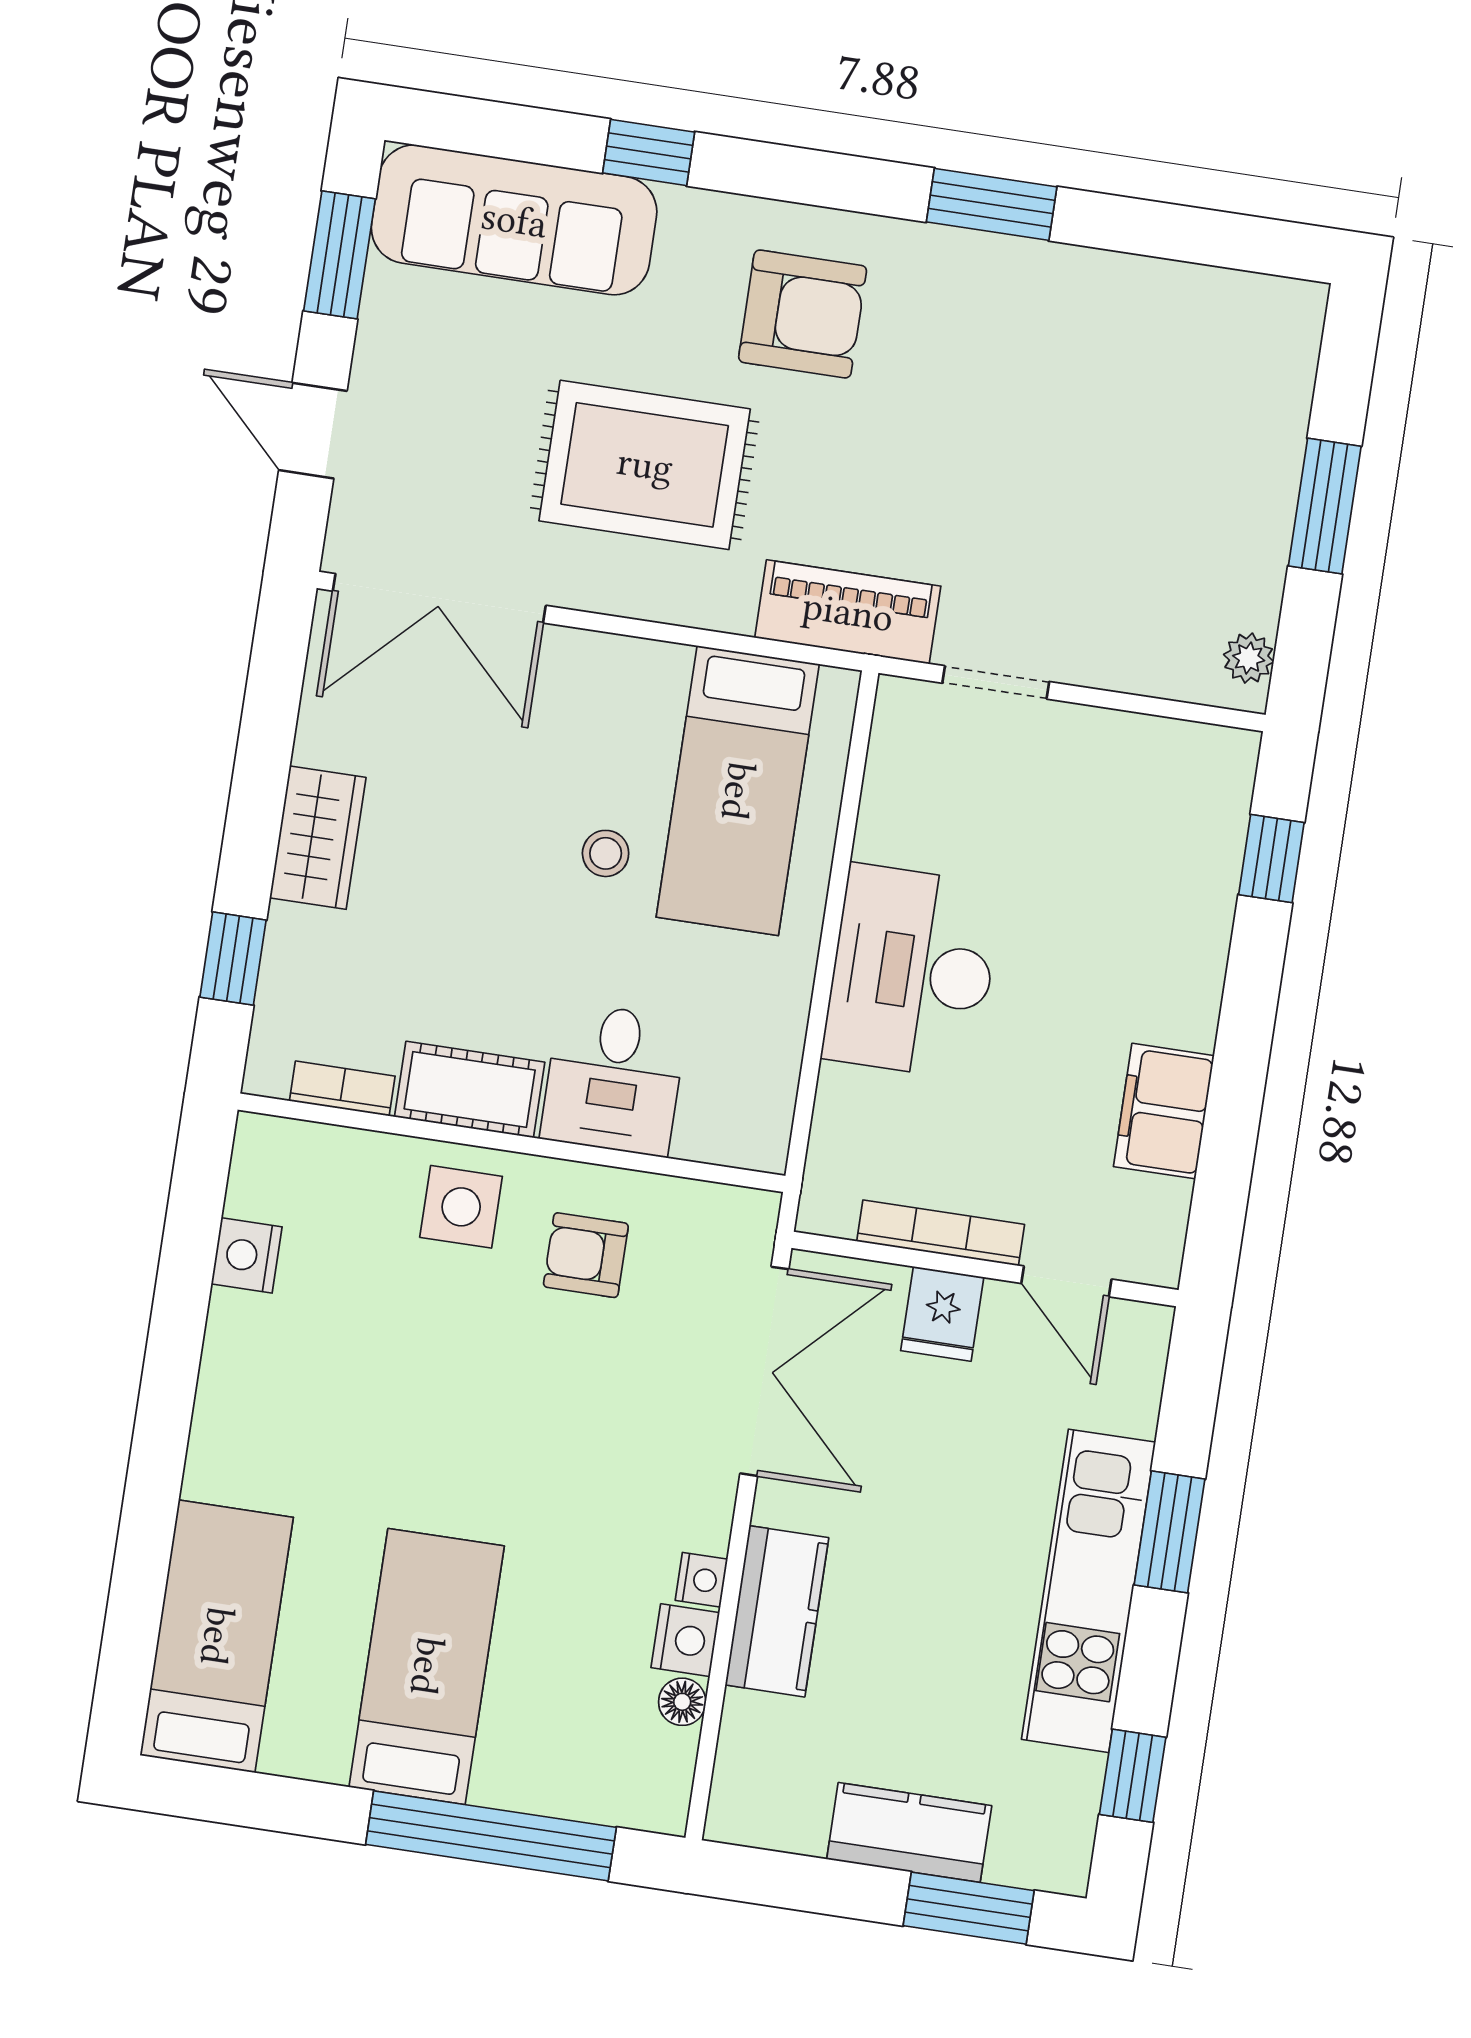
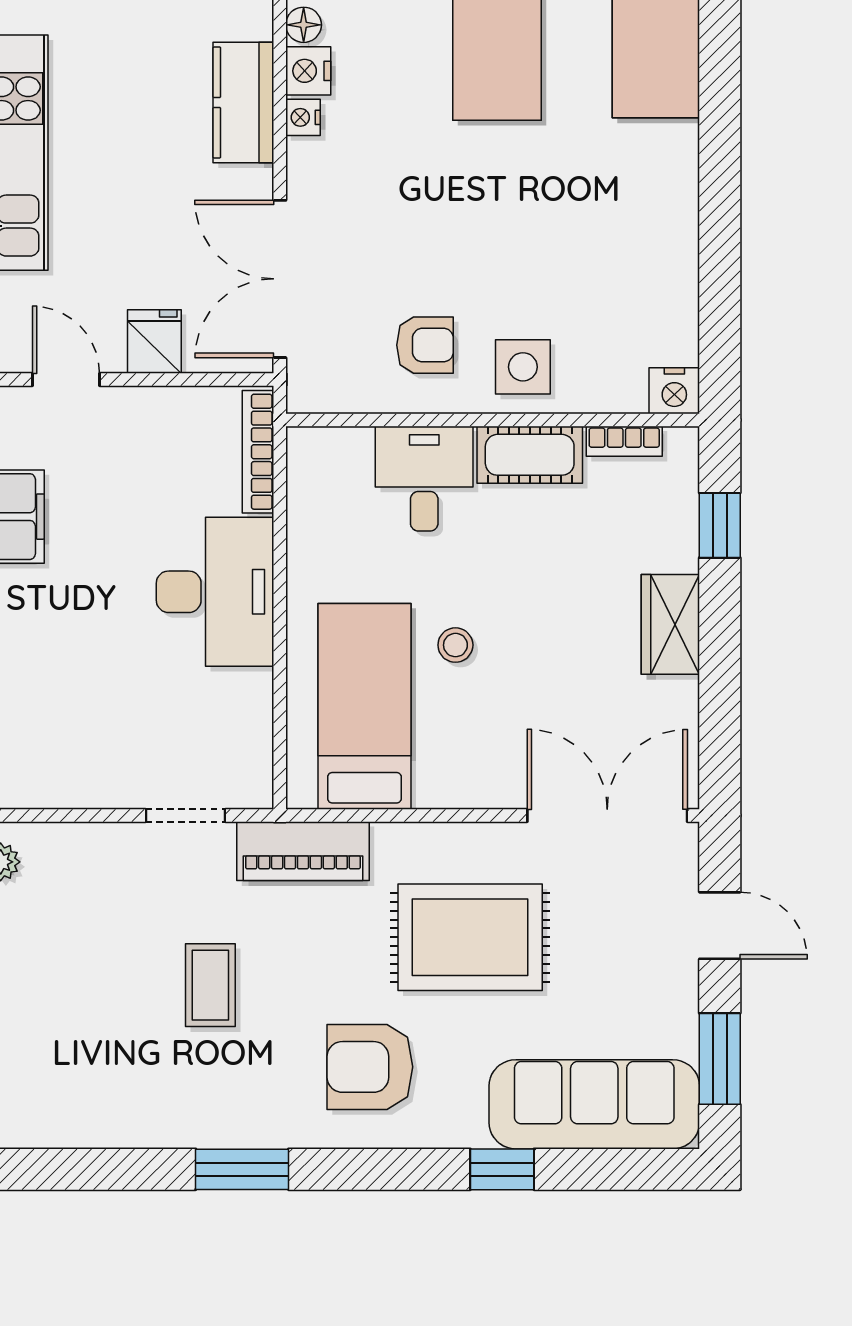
coffee table: (997, 454) -> (210, 985), added
bookcase: (941, 1233) -> (258, 452), moved, turned 90
nightstand: (247, 1255) -> (674, 391), moved, turned 90

